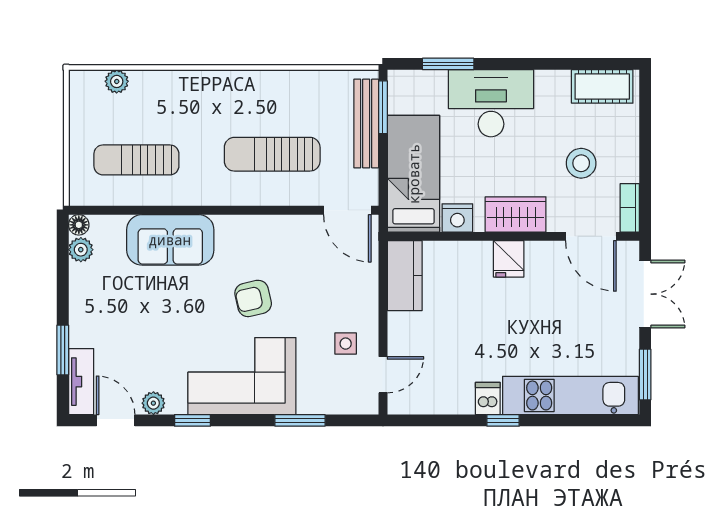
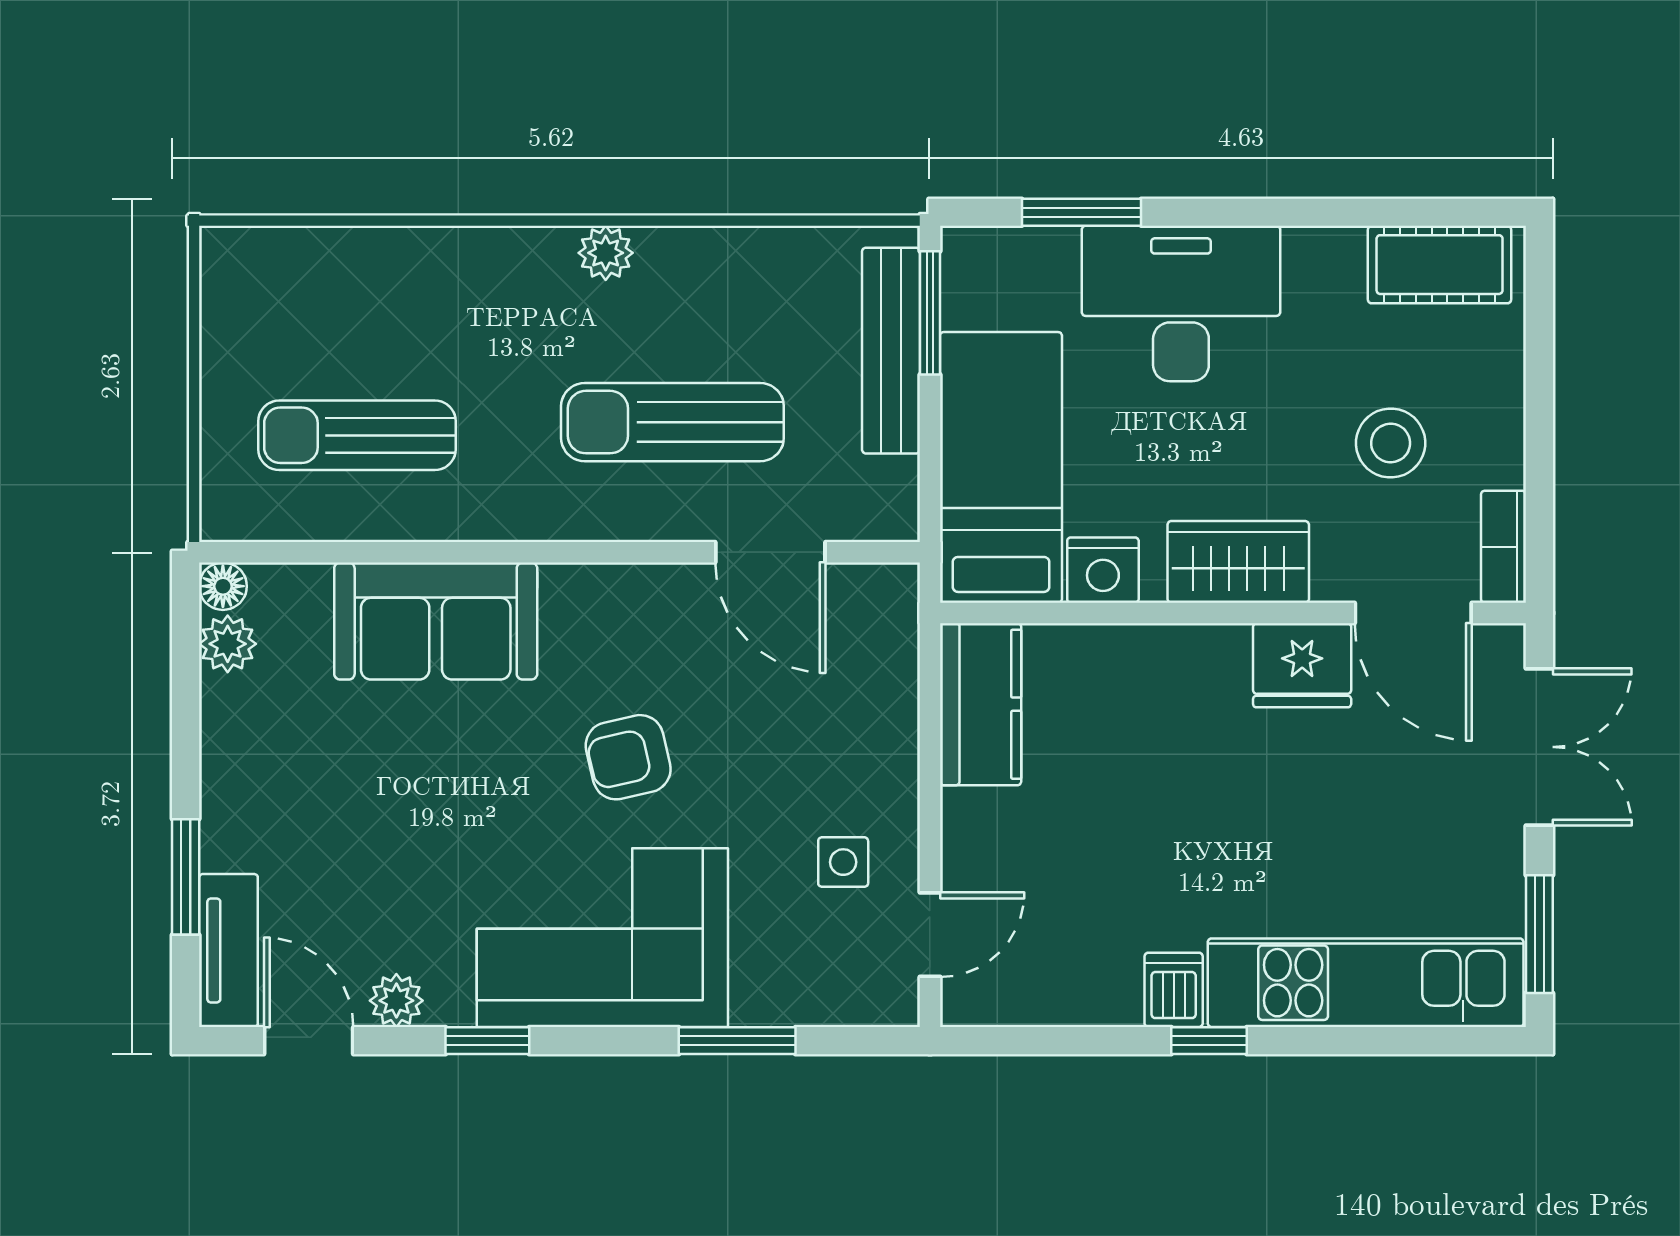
plant: (117, 81) -> (606, 253), moved
door: (347, 210) -> (770, 552), moved
fridge: (509, 259) -> (1302, 665), moved, width x1.38

